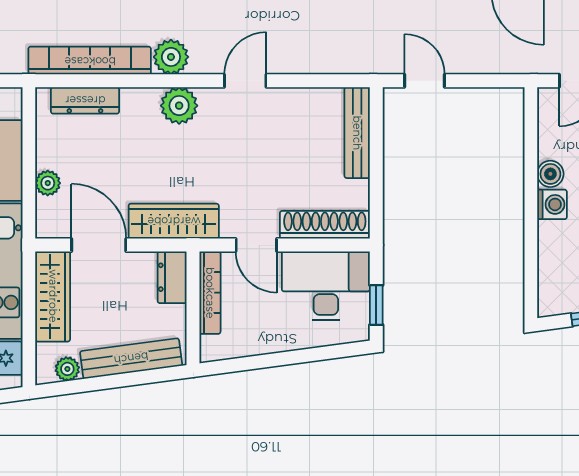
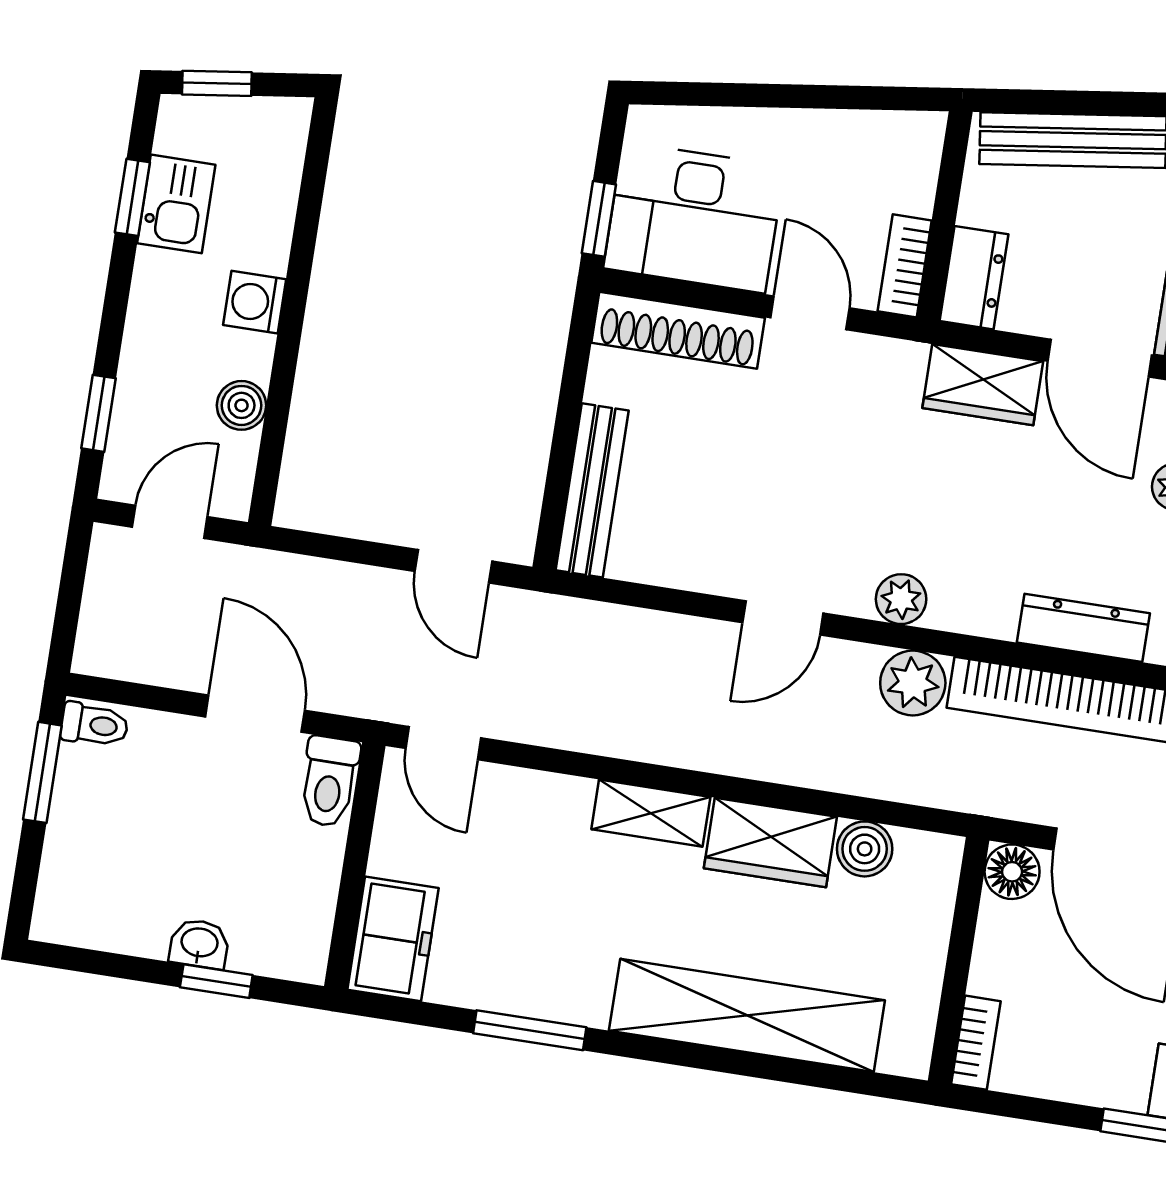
plant: (179, 106) -> (901, 599), width x0.73, depth x0.73
boiler: (550, 174) -> (242, 405), moved
wardrobe: (174, 221) -> (983, 385), width x0.67
bookcase: (210, 293) -> (905, 266), width x0.64
window: (376, 305) -> (599, 219), moved

